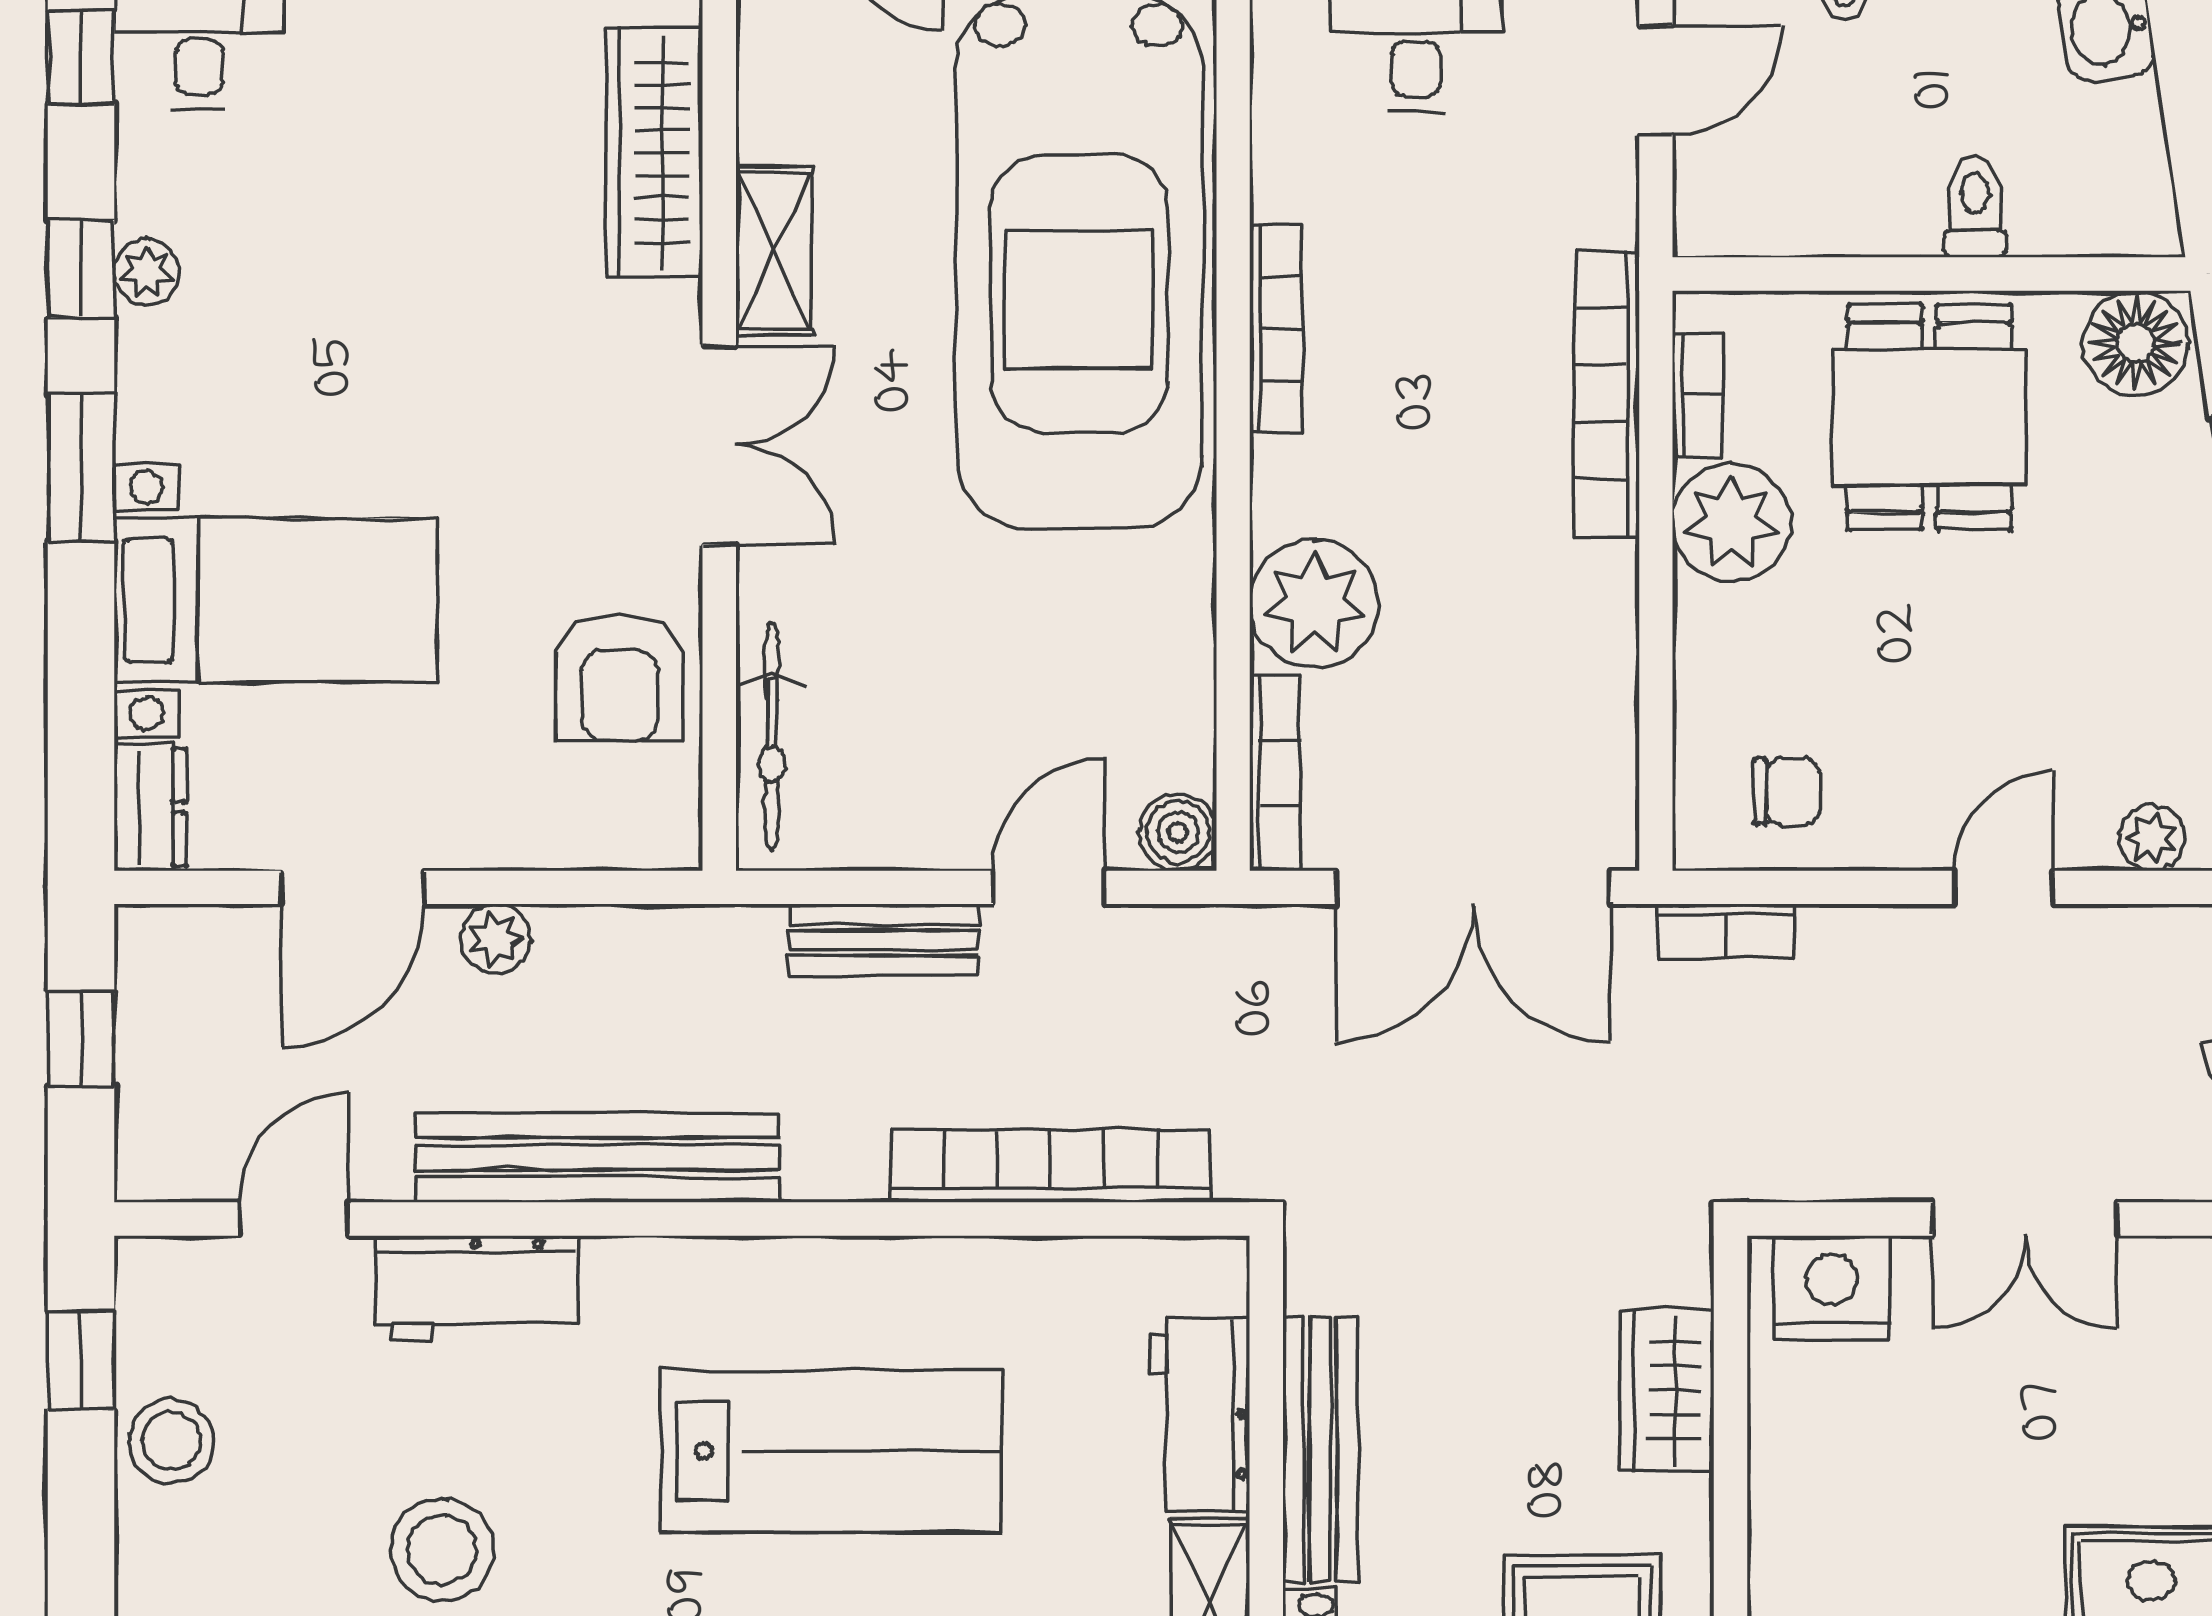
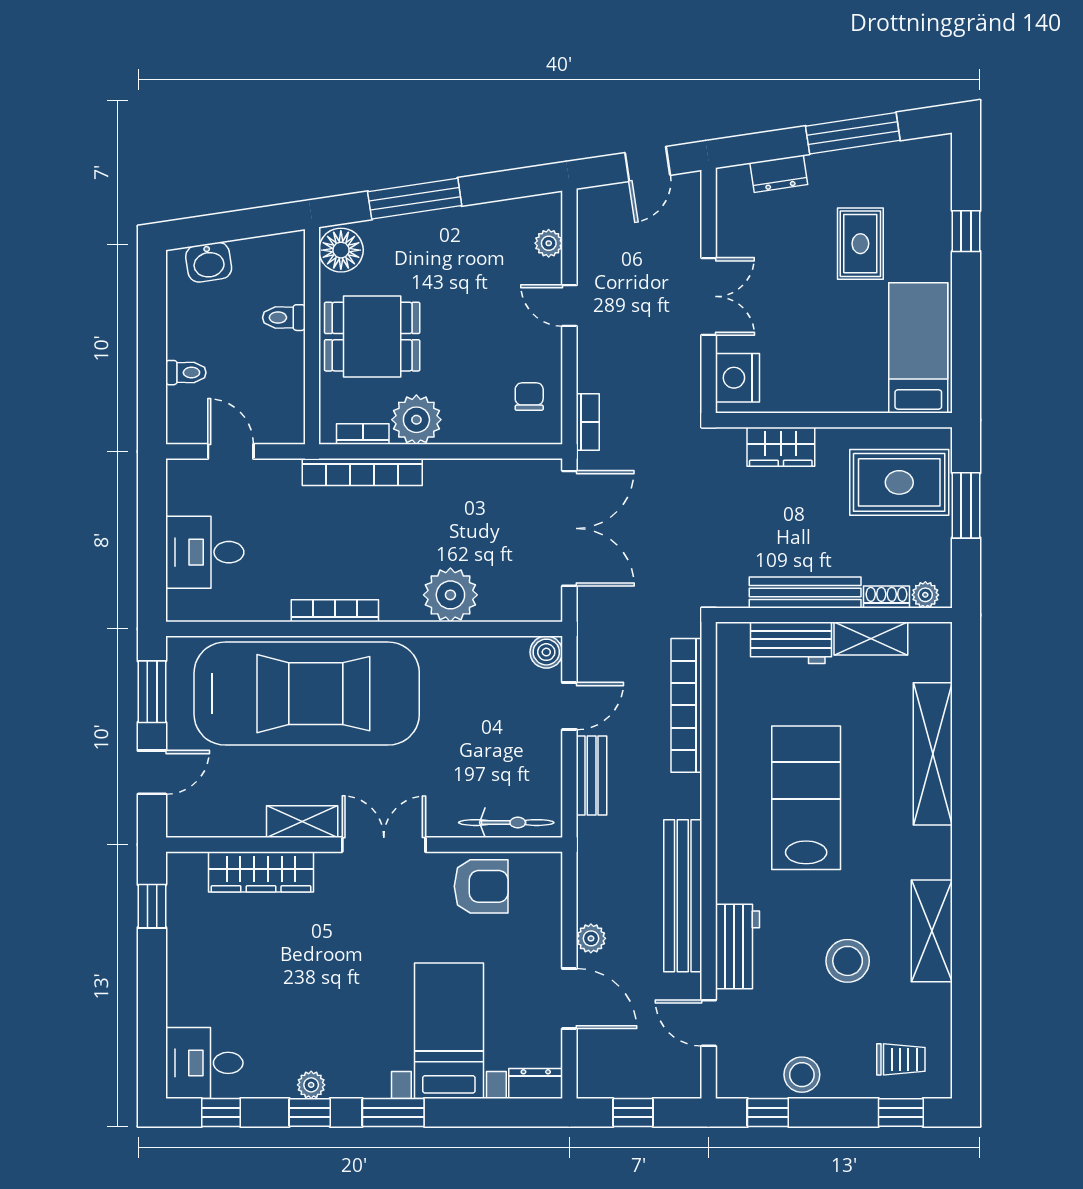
bookcase: (1275, 773) -> (521, 611), removed
door: (1049, 887) -> (569, 706), swing flipped

